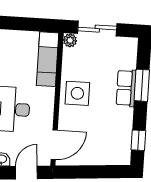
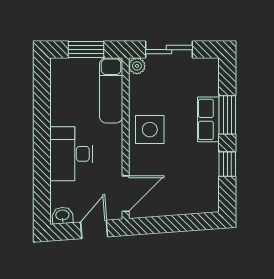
window: (29, 24) -> (86, 50), added
window: (138, 140) -> (227, 164), moved

